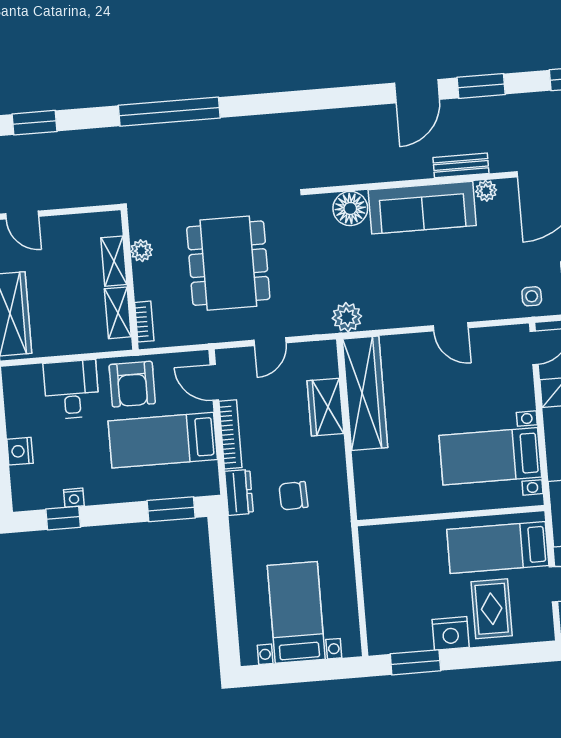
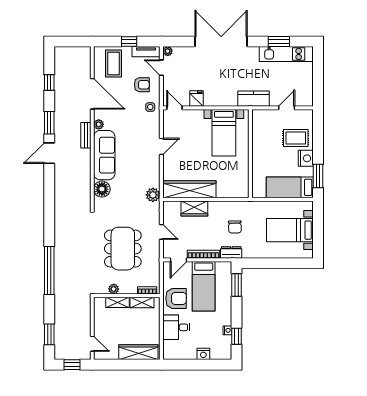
door: (417, 91) -> (49, 153), swing flipped
door: (22, 215) -> (92, 344), hinge flipped
dining table: (228, 263) -> (123, 249), turned 90
bed: (498, 548) -> (290, 187), moved, turned 90

